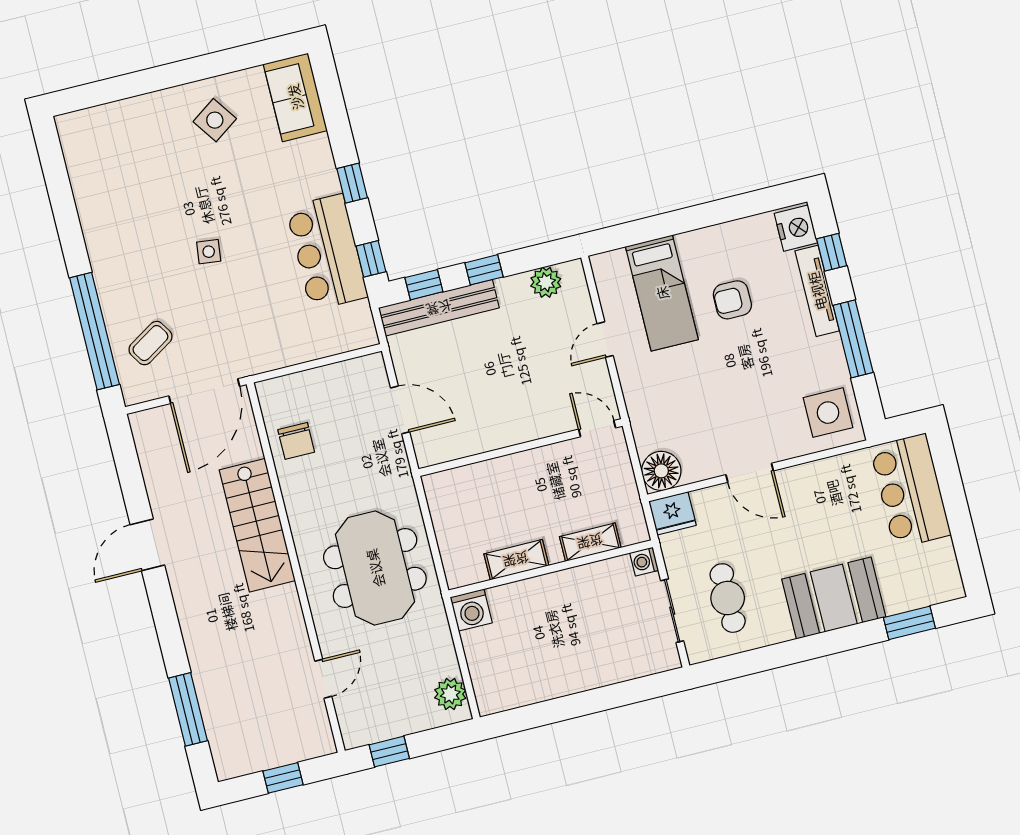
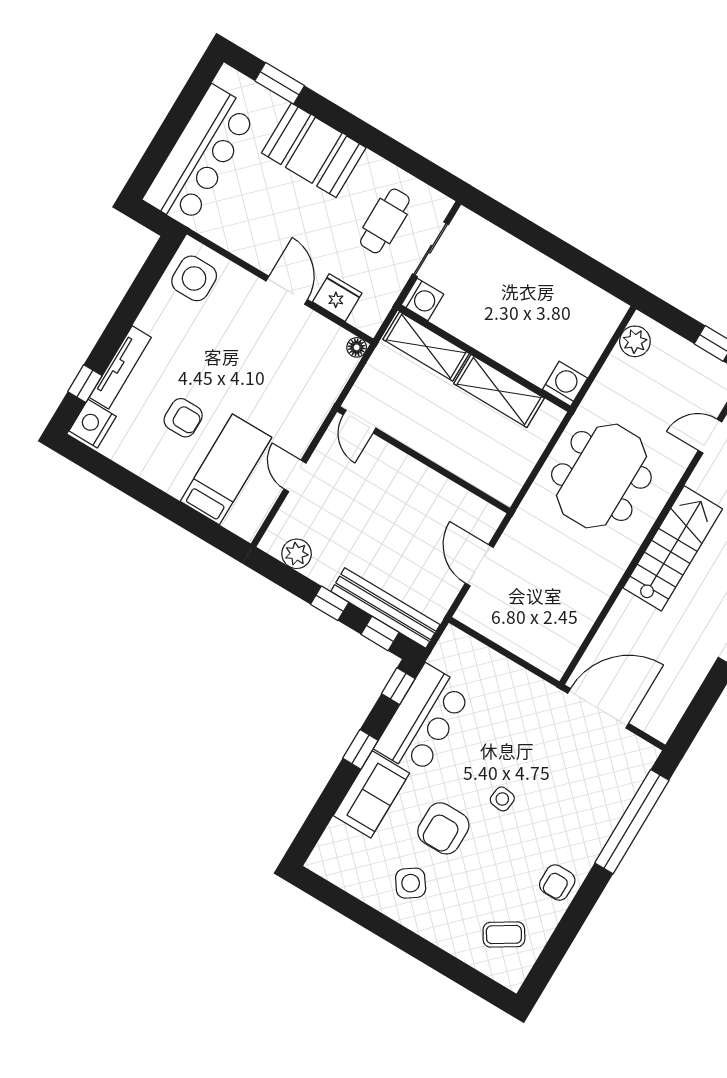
sofa: (295, 97) -> (371, 794), moved
armchair: (231, 186) -> (443, 828), added
armchair: (105, 230) -> (557, 883), added
window: (853, 339) -> (128, 311), removed
door: (605, 340) -> (295, 476), swing flipped
coffee table: (150, 343) -> (504, 935), moved
chair: (296, 441) -> (570, 614), removed
floor lamp: (661, 471) -> (357, 347), width x0.53, depth x0.53
bar counter: (910, 491) -> (200, 156), width x1.36
fridge: (672, 513) -> (337, 298), moved
stairs: (257, 525) -> (673, 548), moved
shelving: (590, 542) -> (426, 346), width x1.50, depth x1.33
shelving: (516, 560) -> (499, 391), width x1.50, depth x1.33
washing machine: (644, 562) -> (422, 300), width x1.38, depth x1.38

